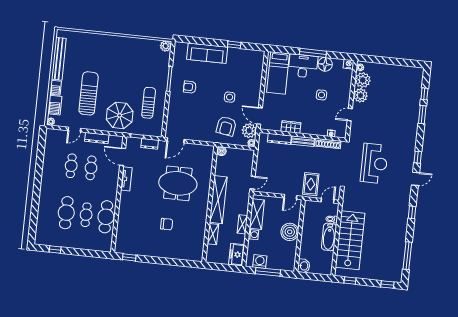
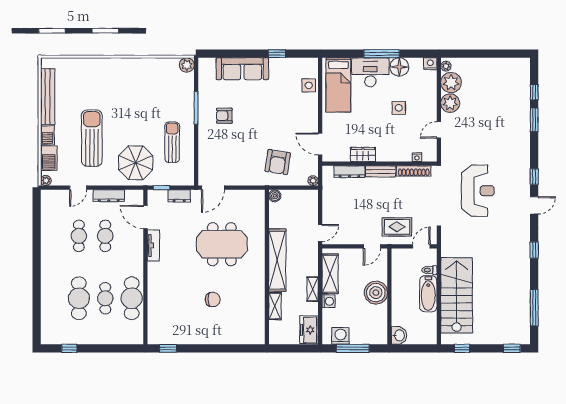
side table: (230, 97) -> (309, 85), moved
plant: (249, 131) -> (308, 165), removed
rug: (311, 184) -> (397, 227), turned 90

